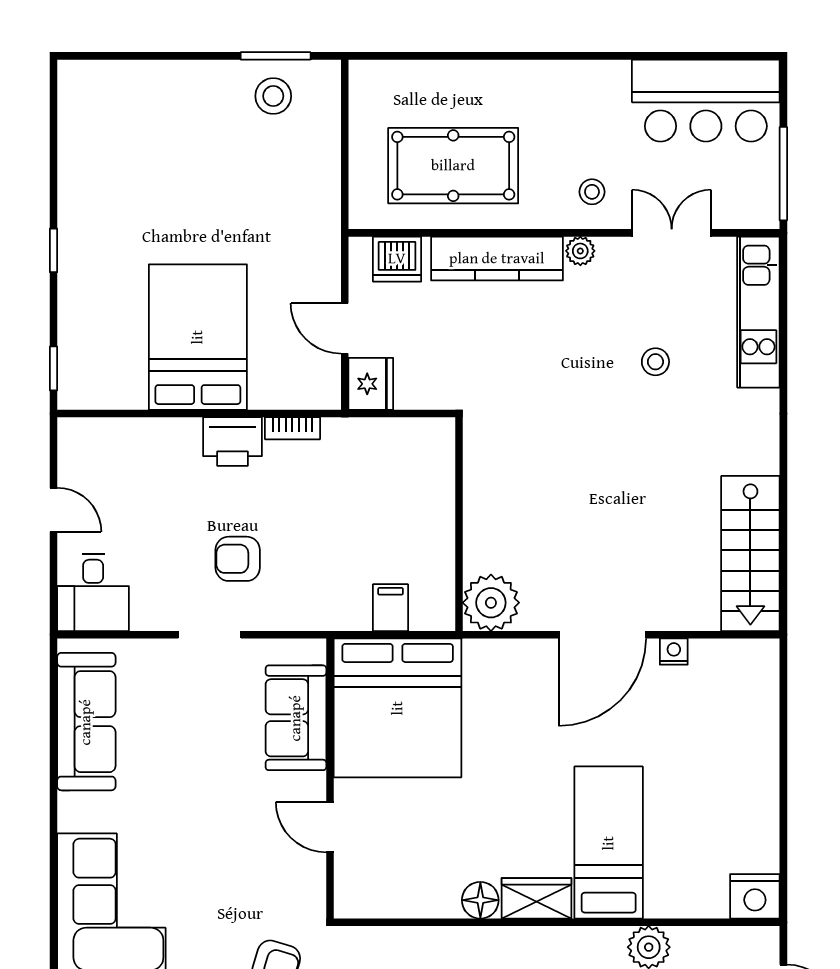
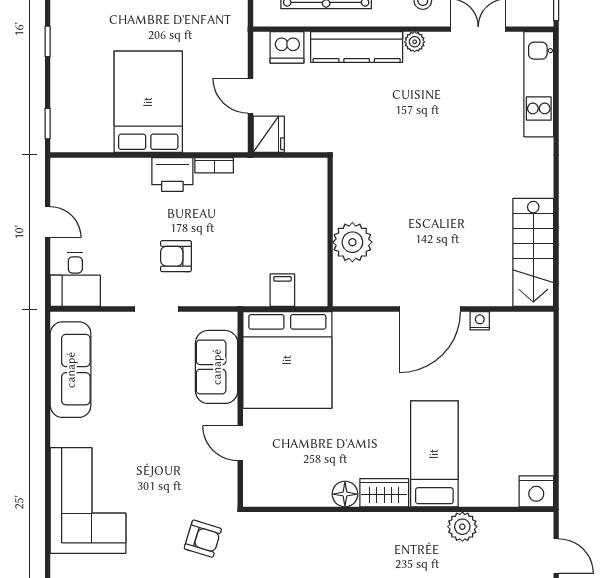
stool: (655, 362) -> (467, 119), removed
plant: (491, 603) -> (352, 242), moved

